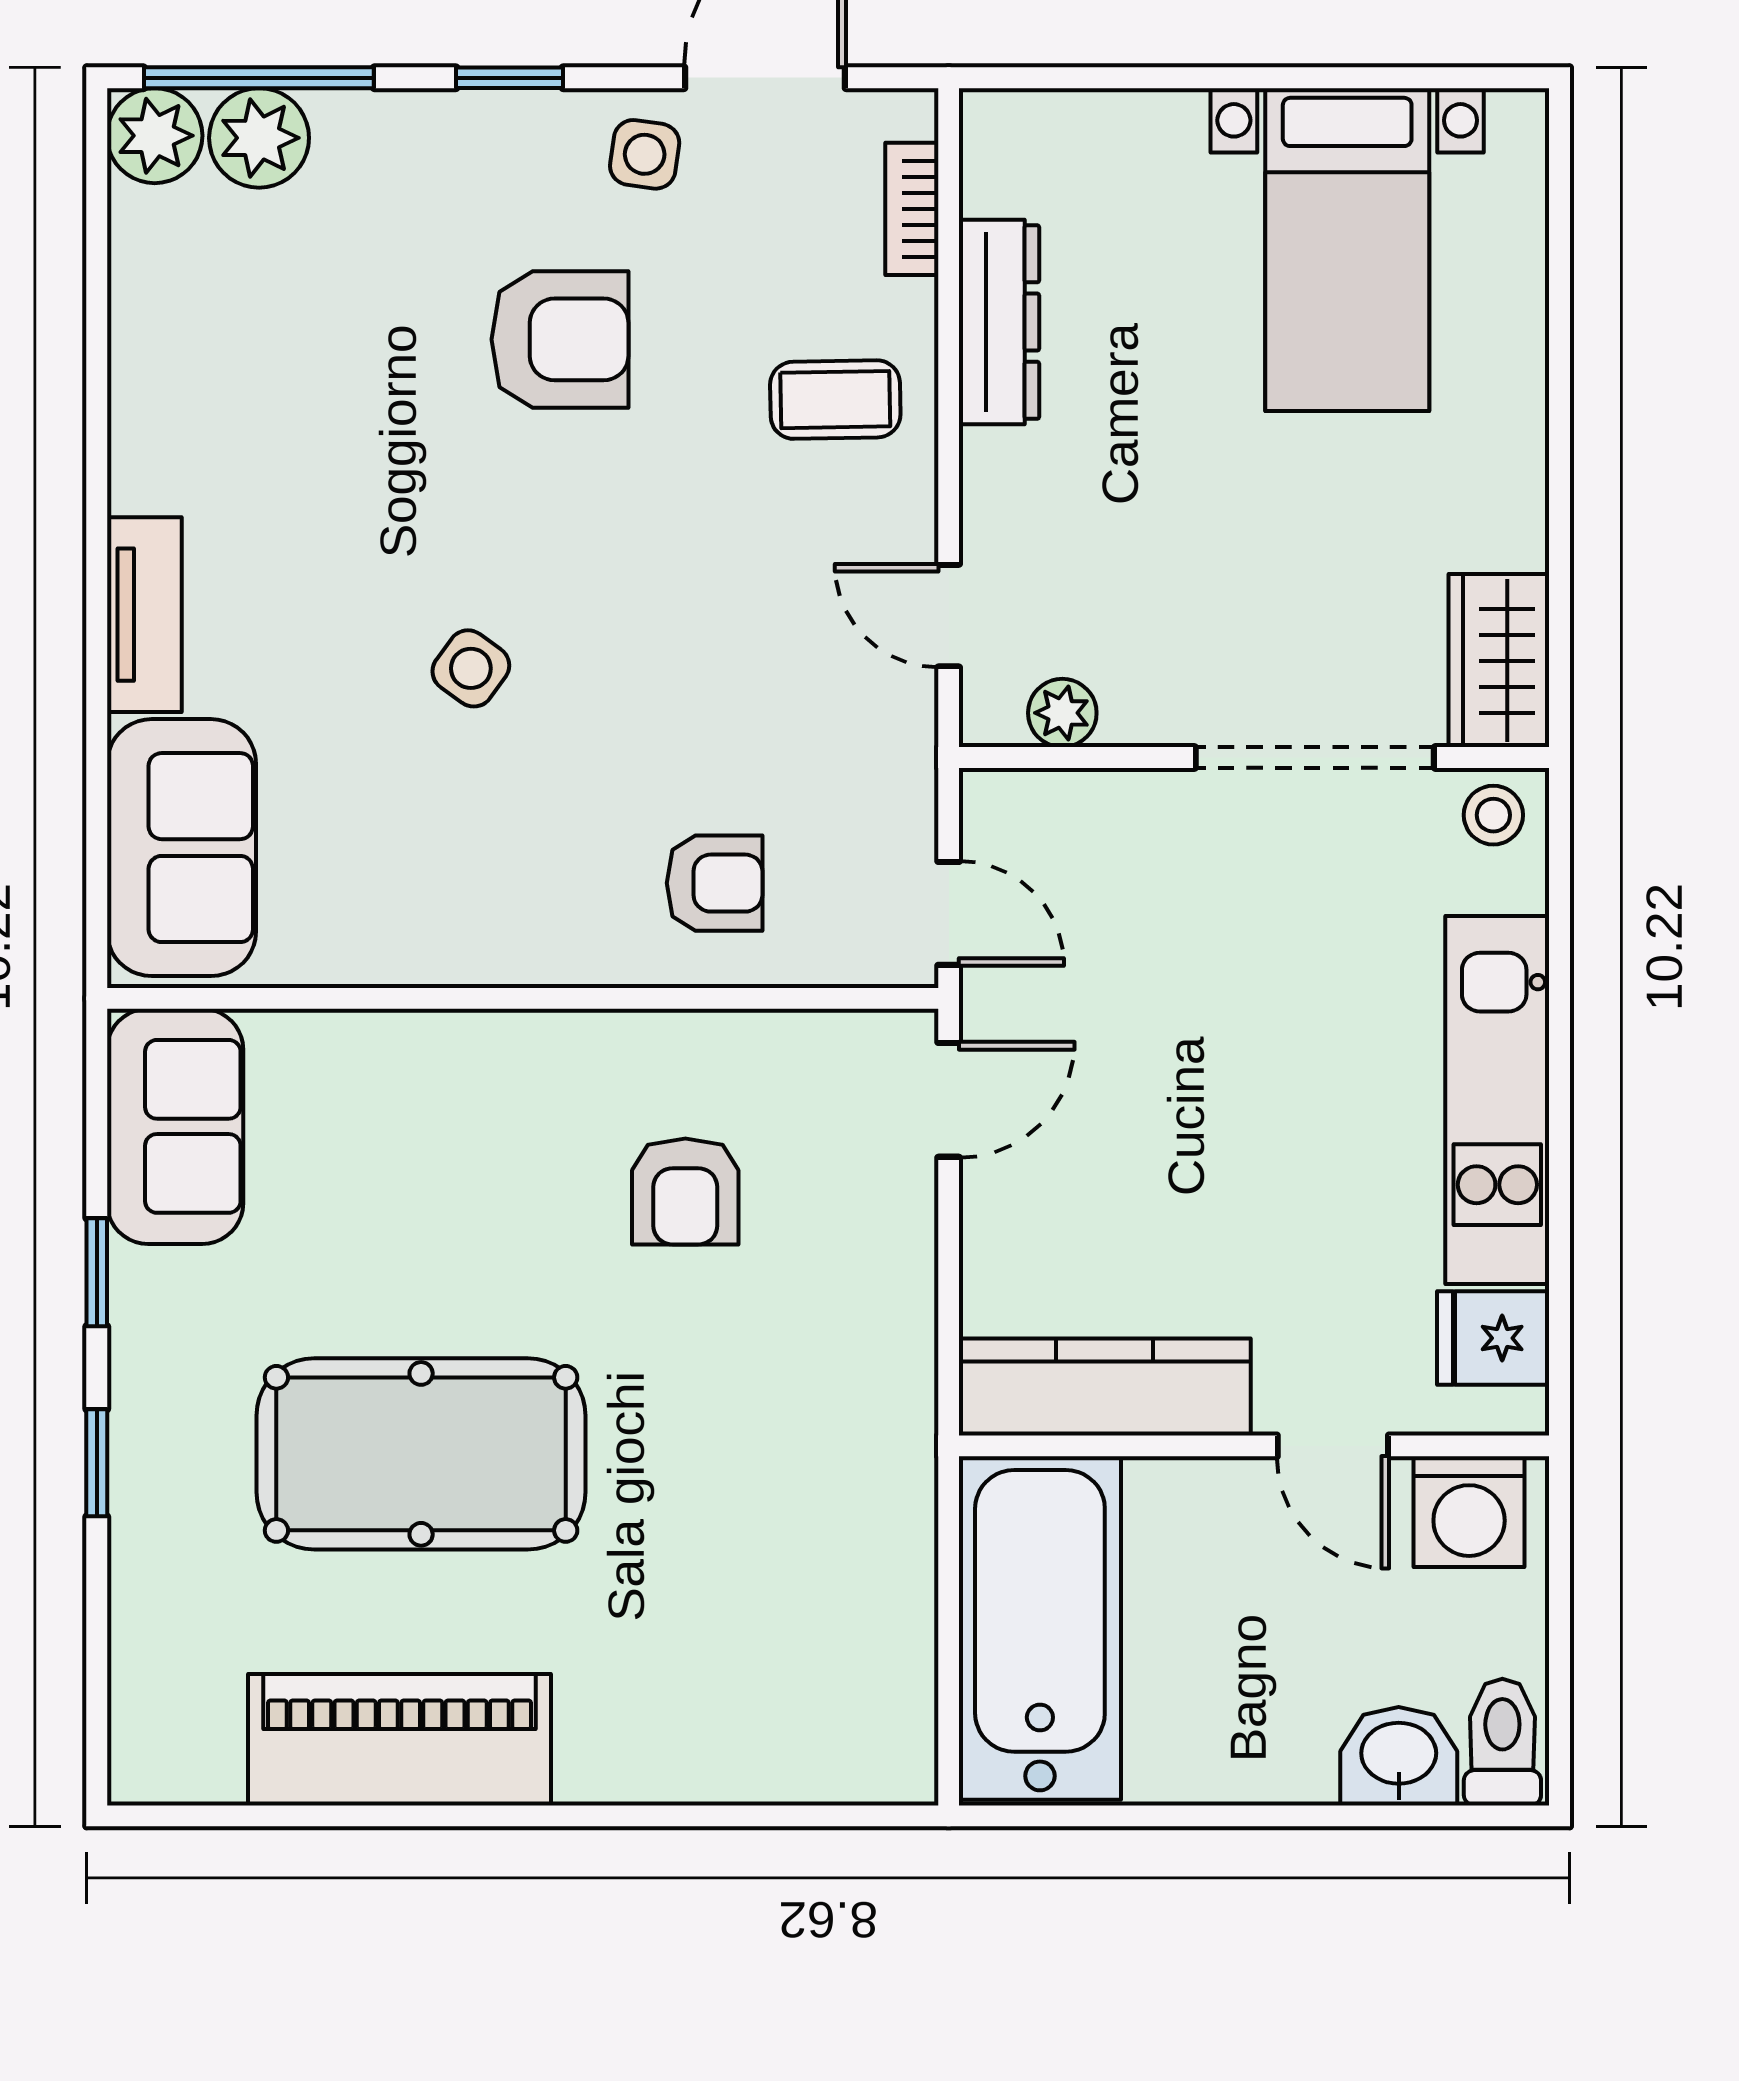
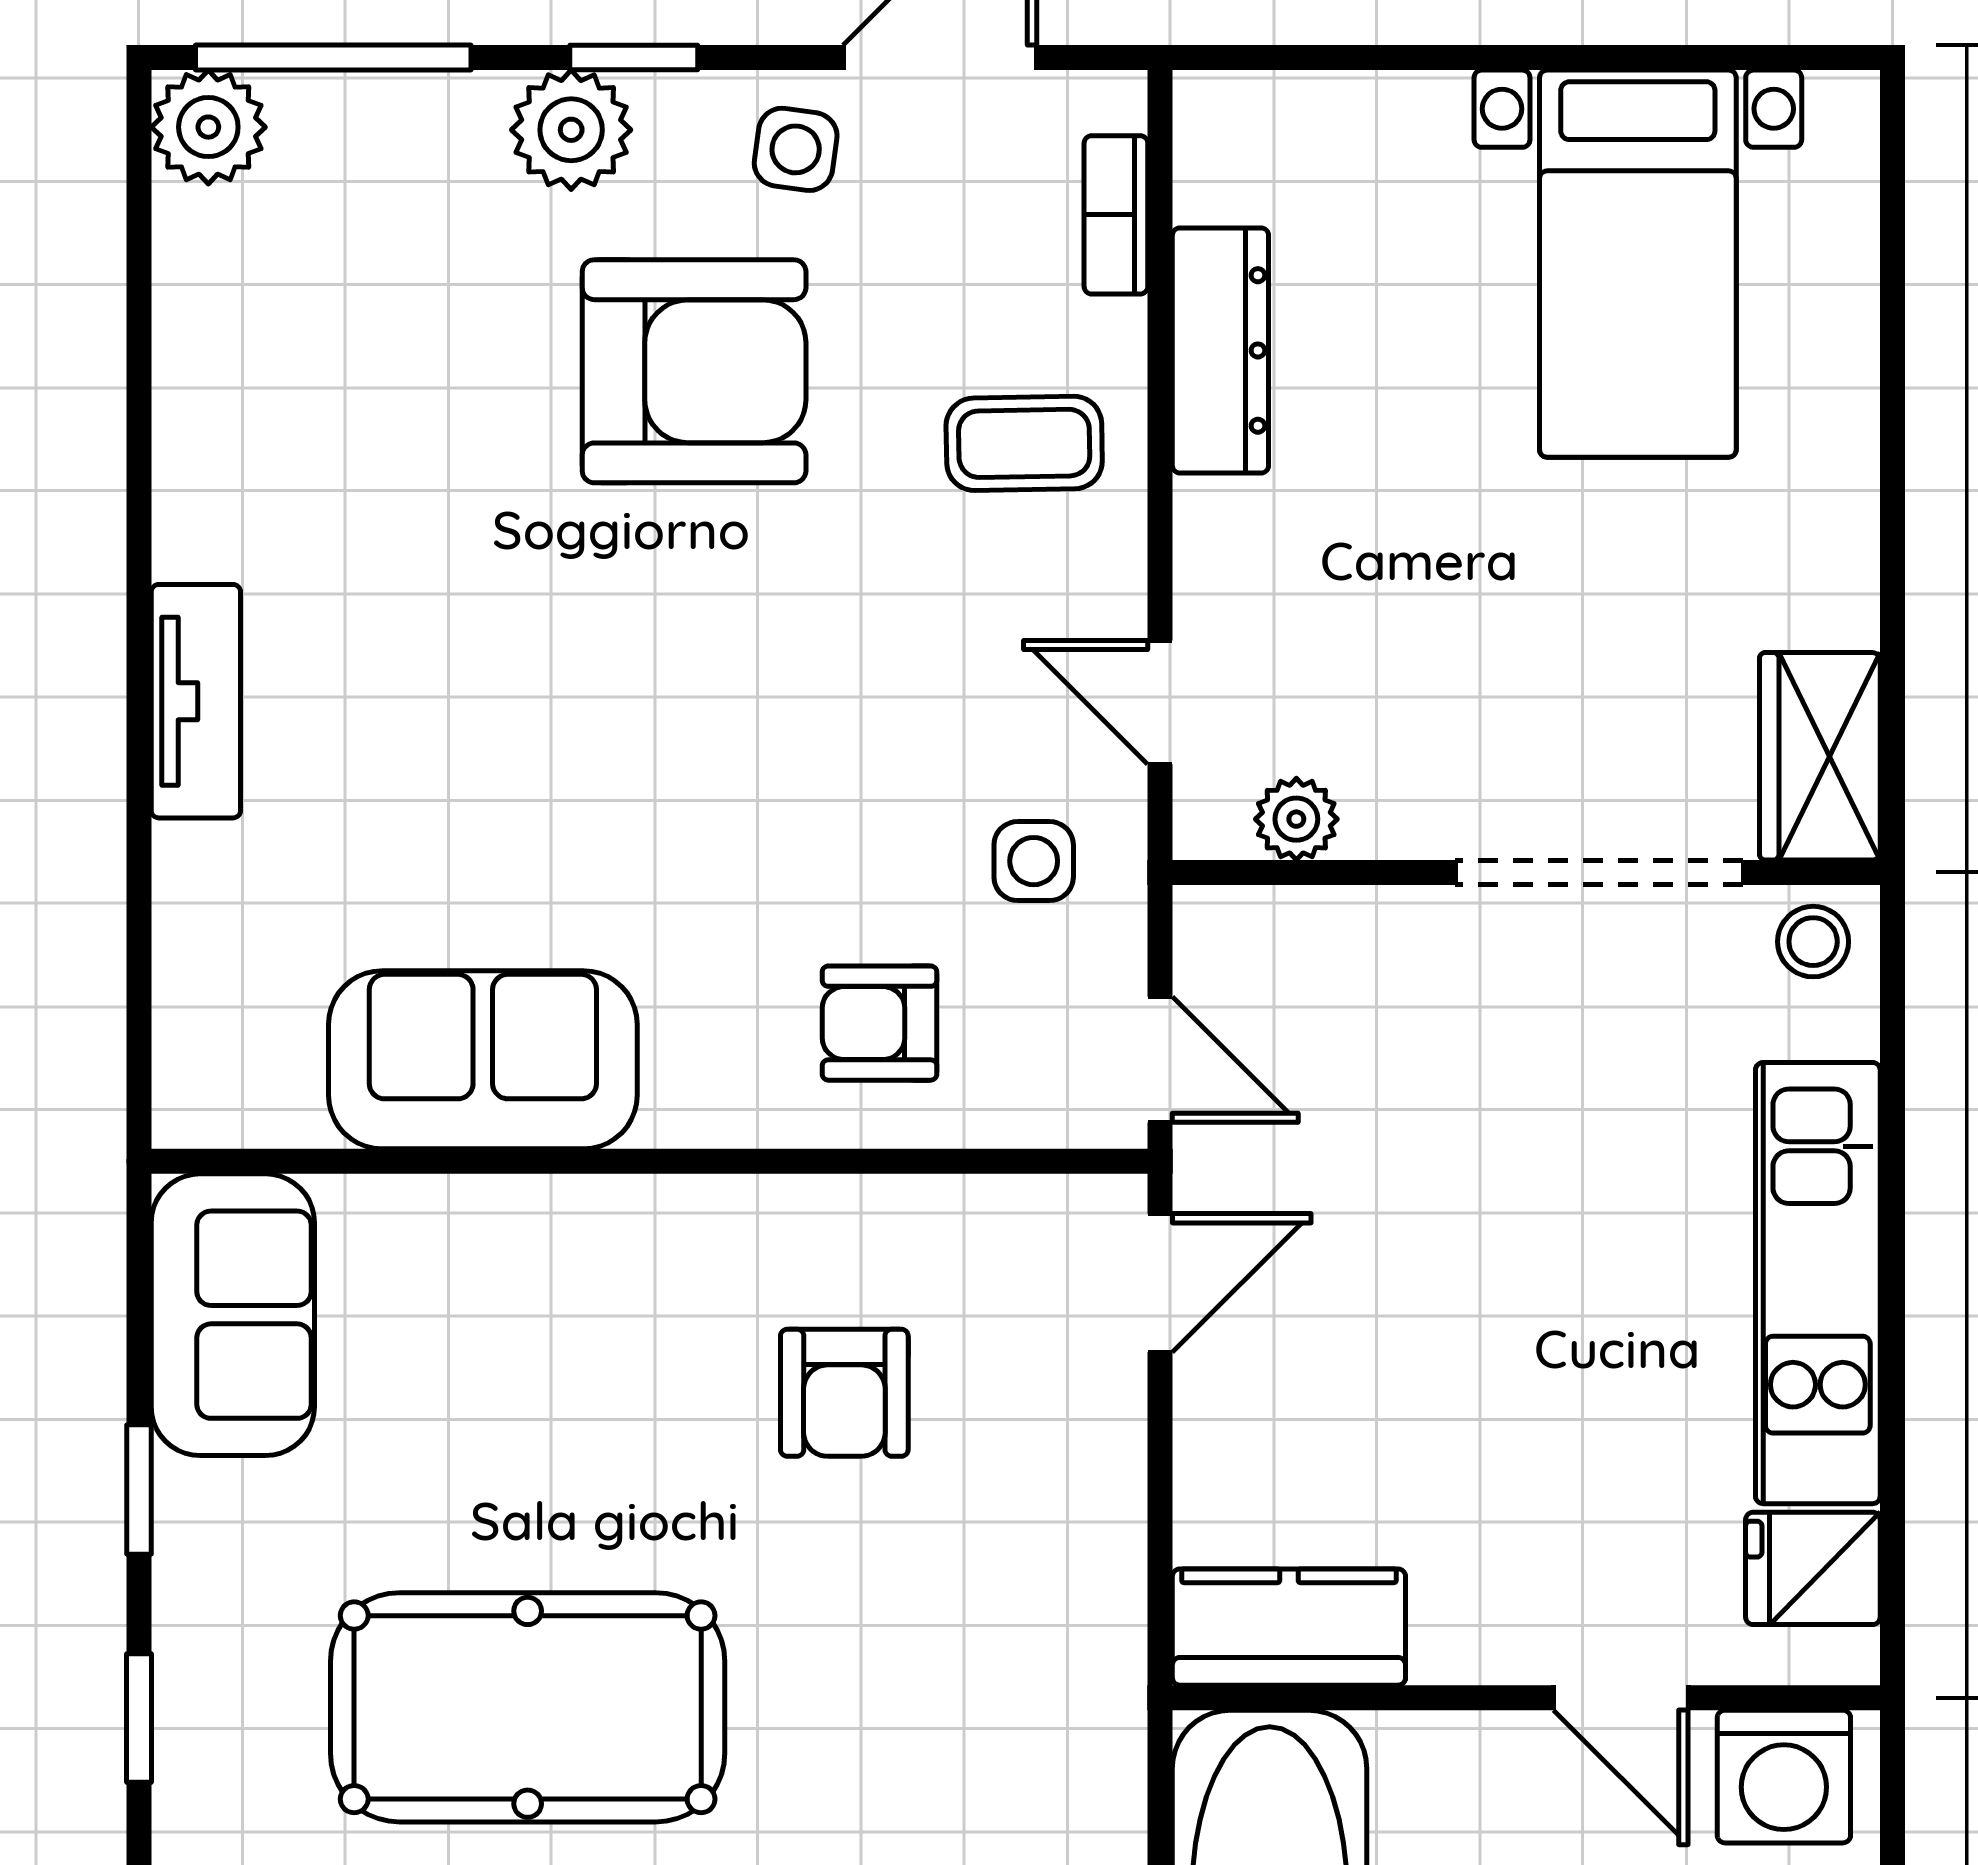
plant: (259, 138) -> (571, 130), moved
armchair: (560, 339) -> (694, 371), width x1.36, depth x1.36
side table: (471, 668) -> (1034, 861), moved, turned -36
sofa: (181, 848) -> (483, 1060), moved, turned -90
armchair: (715, 883) -> (879, 1023), turned 180
kitchen counter: (1105, 1387) -> (1289, 1627), width x0.67

